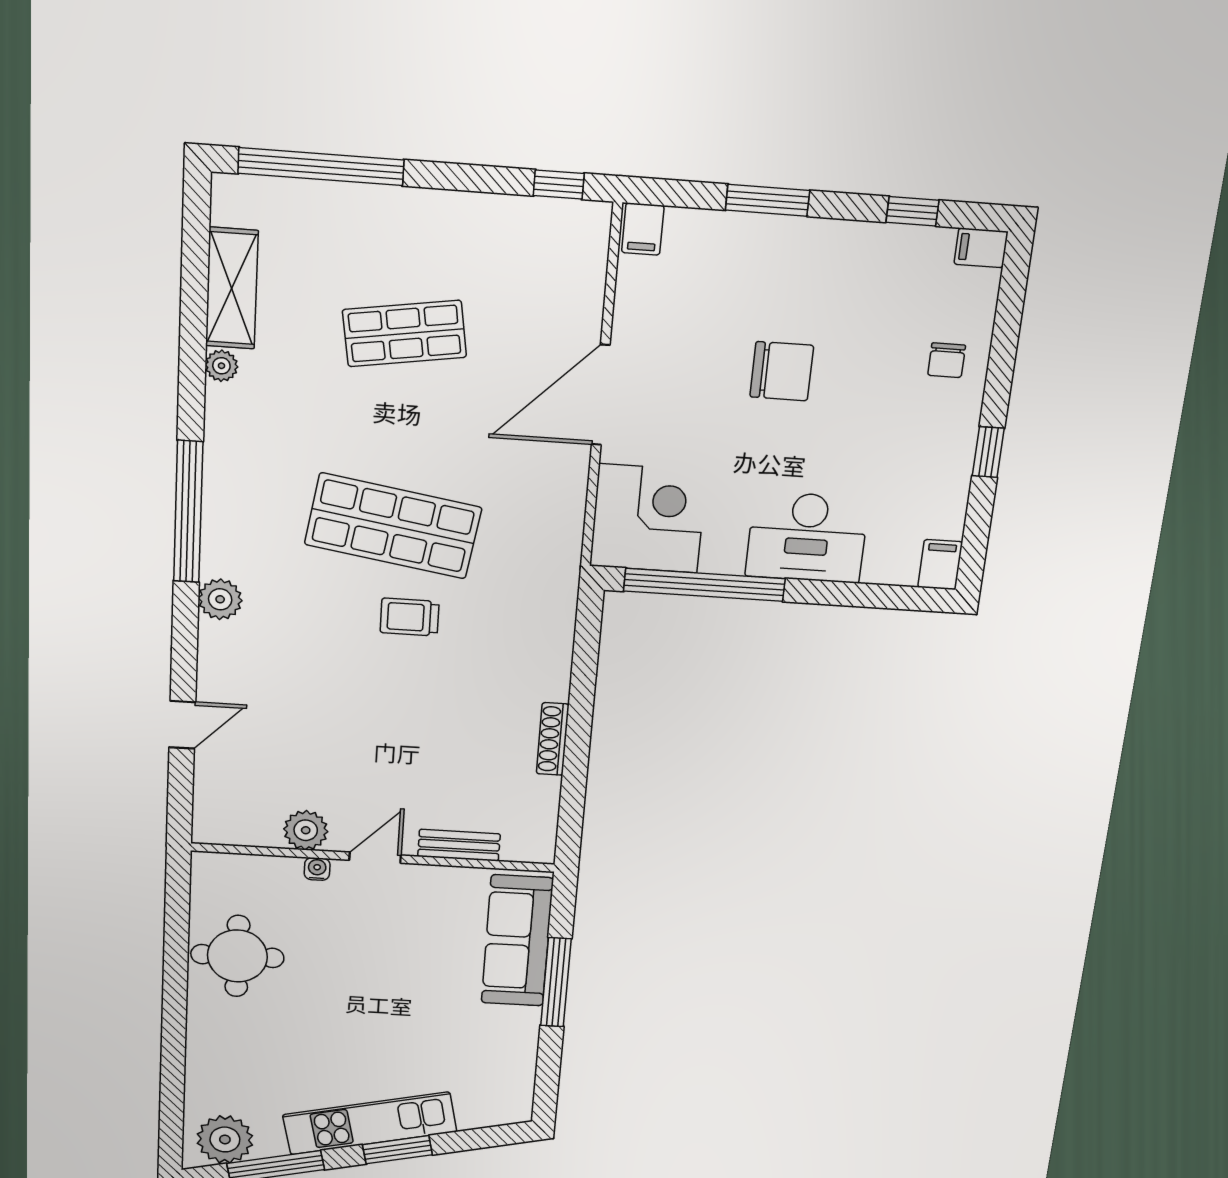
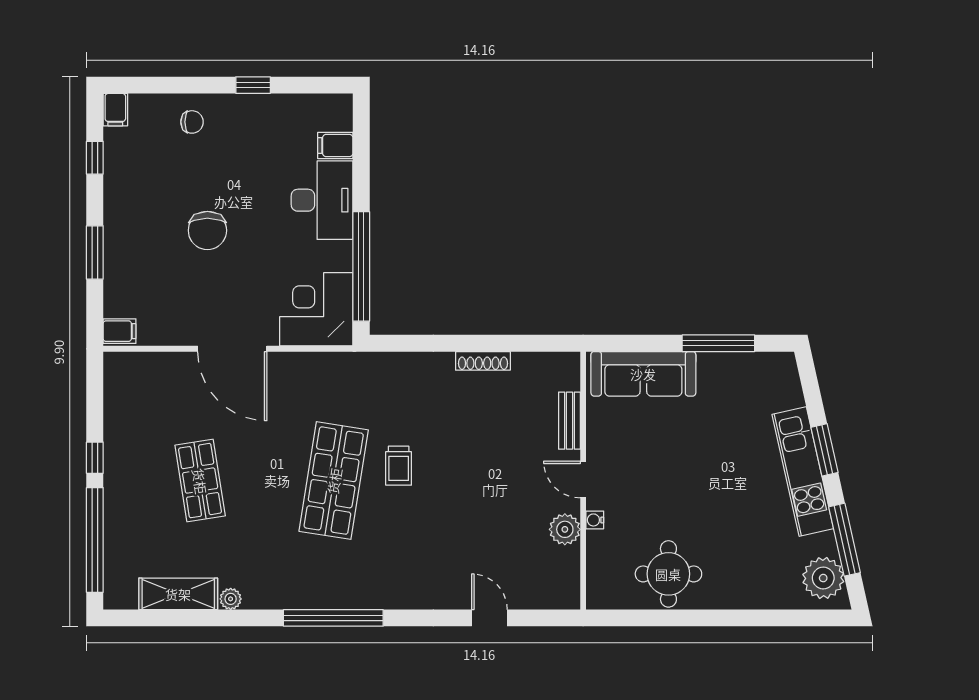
window: (559, 185) -> (95, 458), moved
chair: (782, 371) -> (207, 230), turned 180
filing cabinet: (940, 565) -> (335, 146), moved
plant: (220, 599) -> (395, 595), removed
window: (556, 982) -> (718, 343), moved

